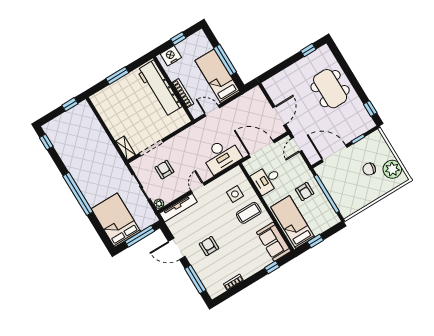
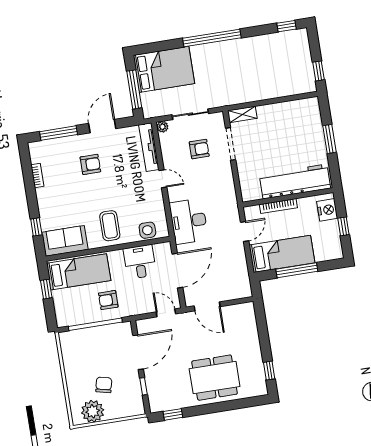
side table: (235, 194) -> (147, 230), moved

